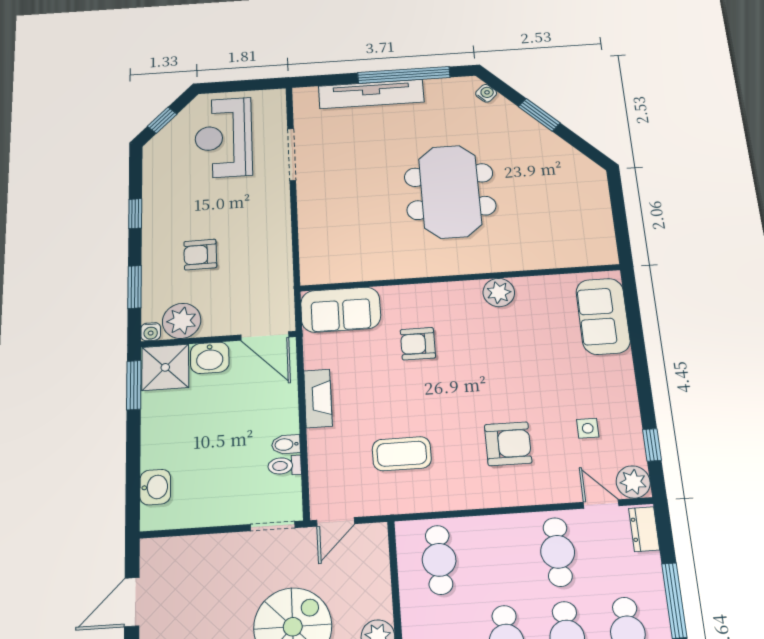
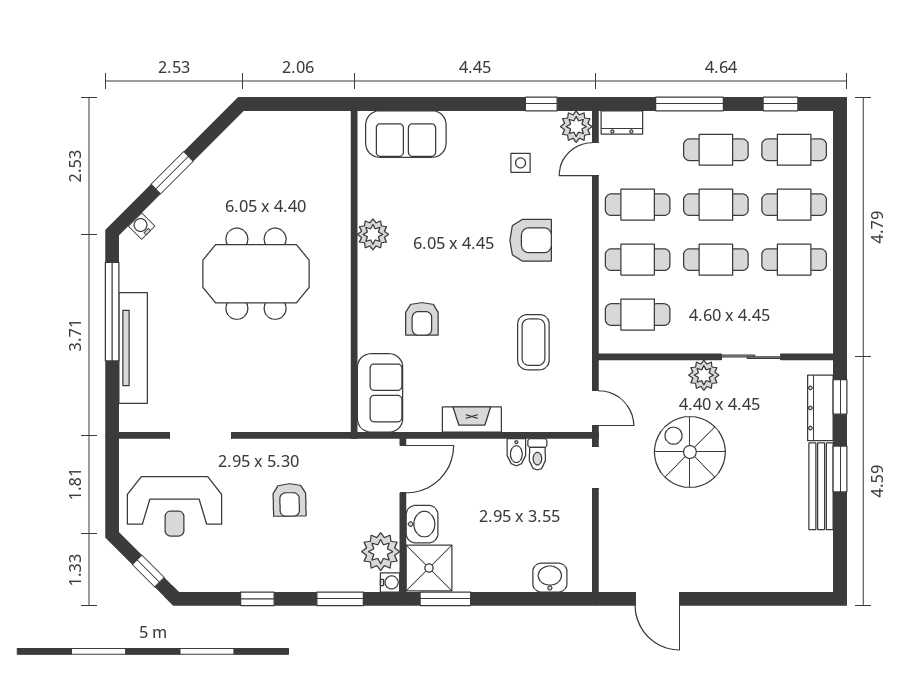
armchair: (200, 255) -> (290, 500), moved
armchair: (508, 444) -> (531, 240), turned 90
cafe table: (498, 556) -> (638, 260), added

